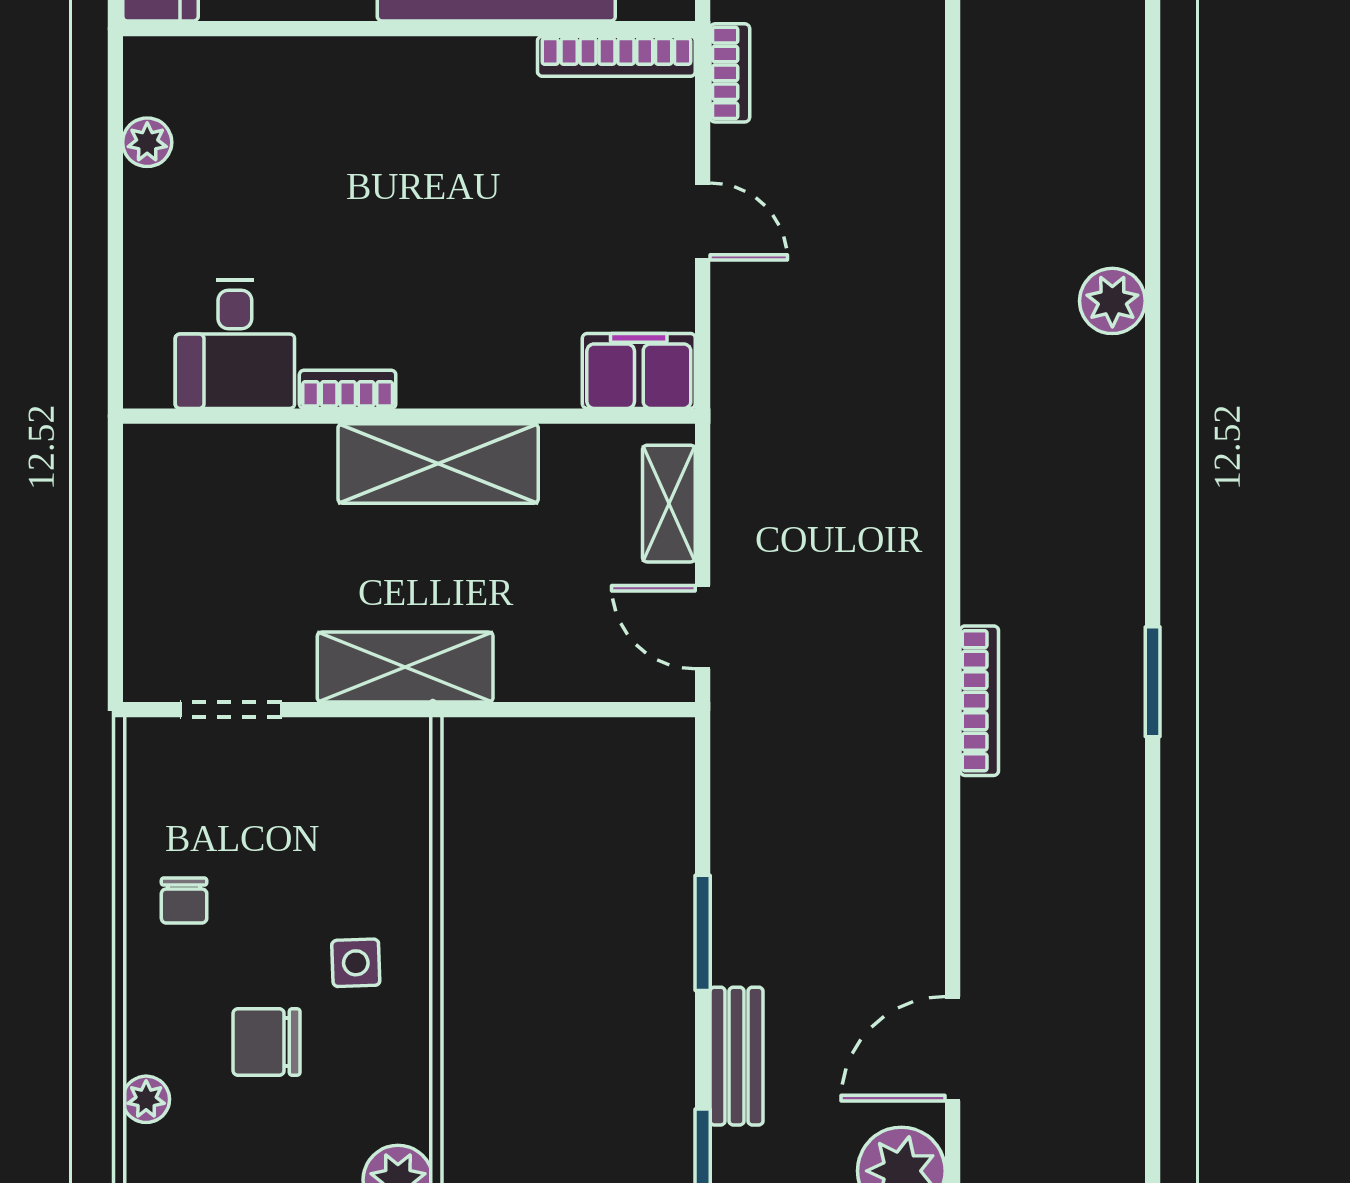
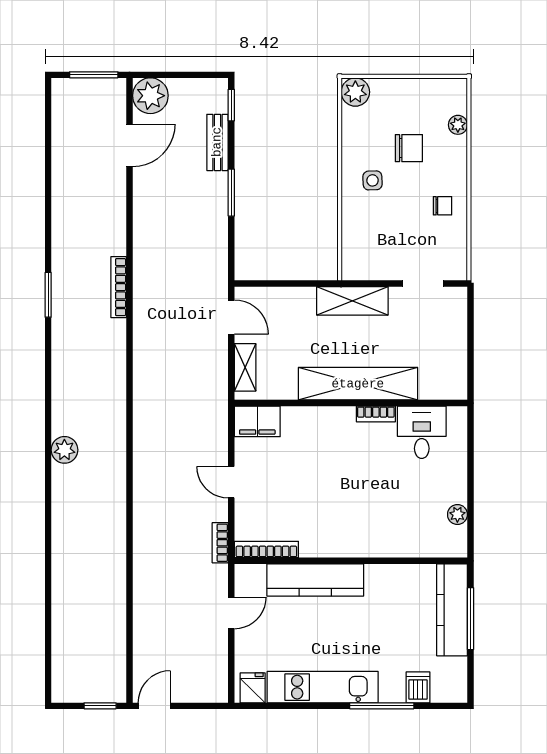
shelving: (438, 463) -> (358, 384), width x1.47
chair: (184, 901) -> (442, 206), turned 90

